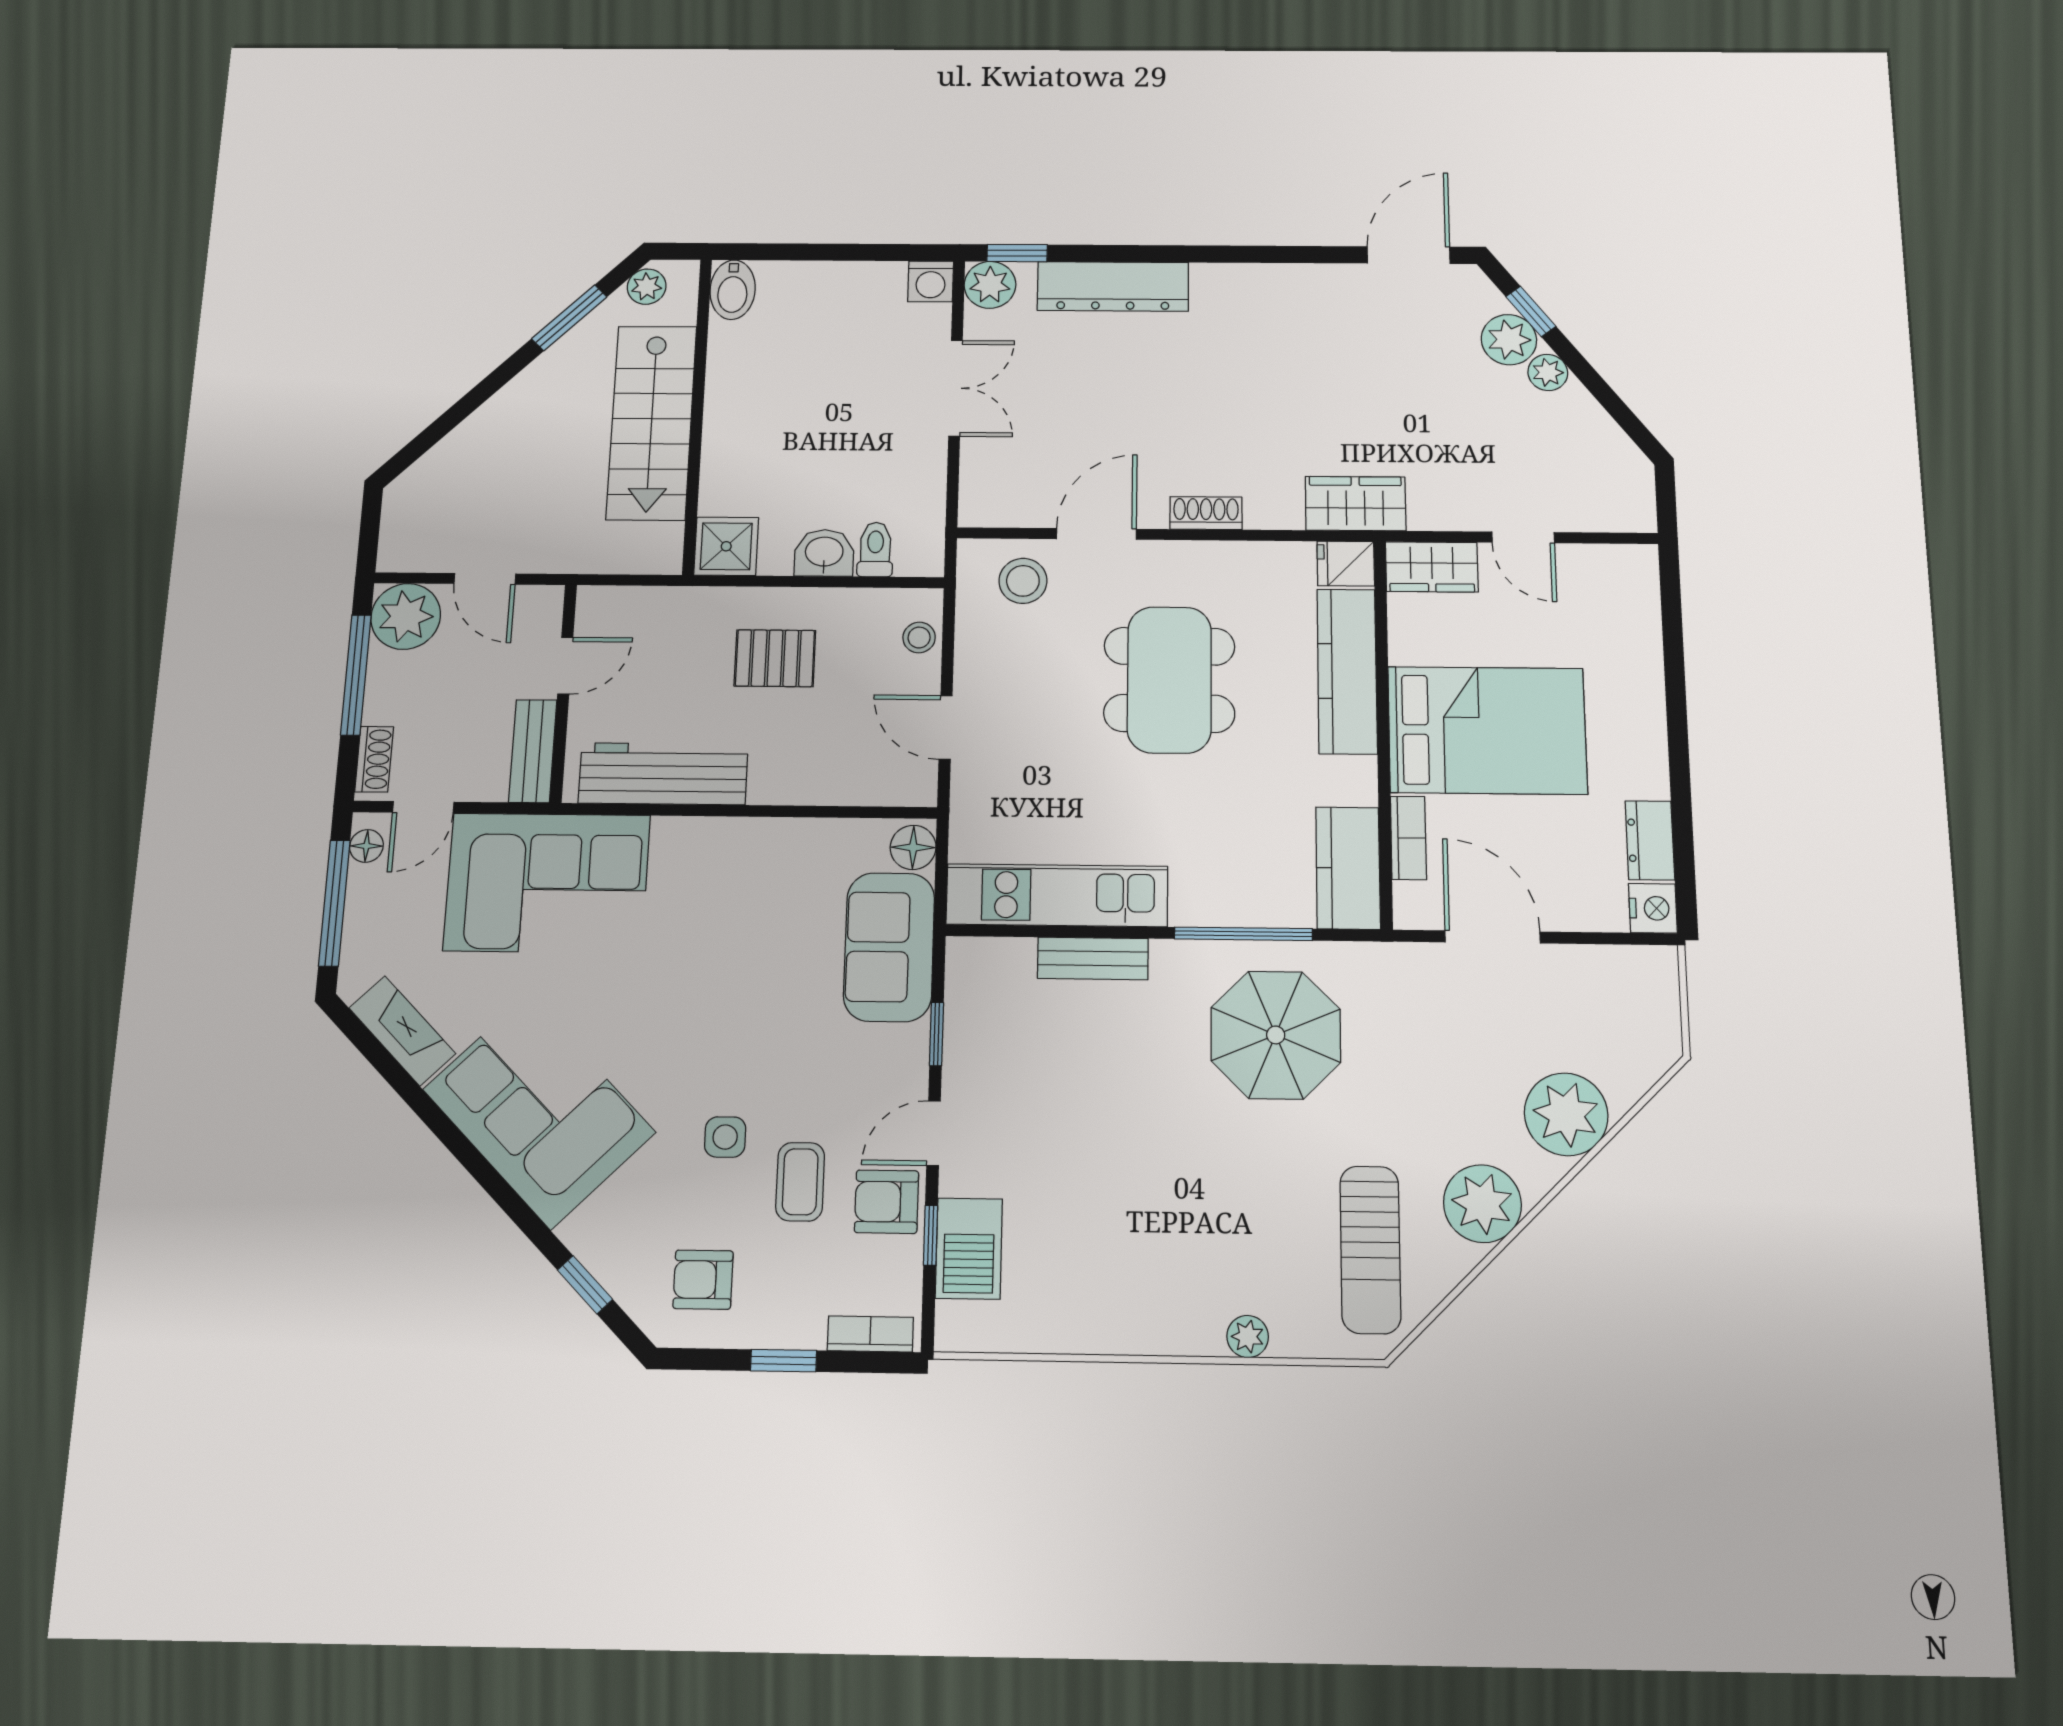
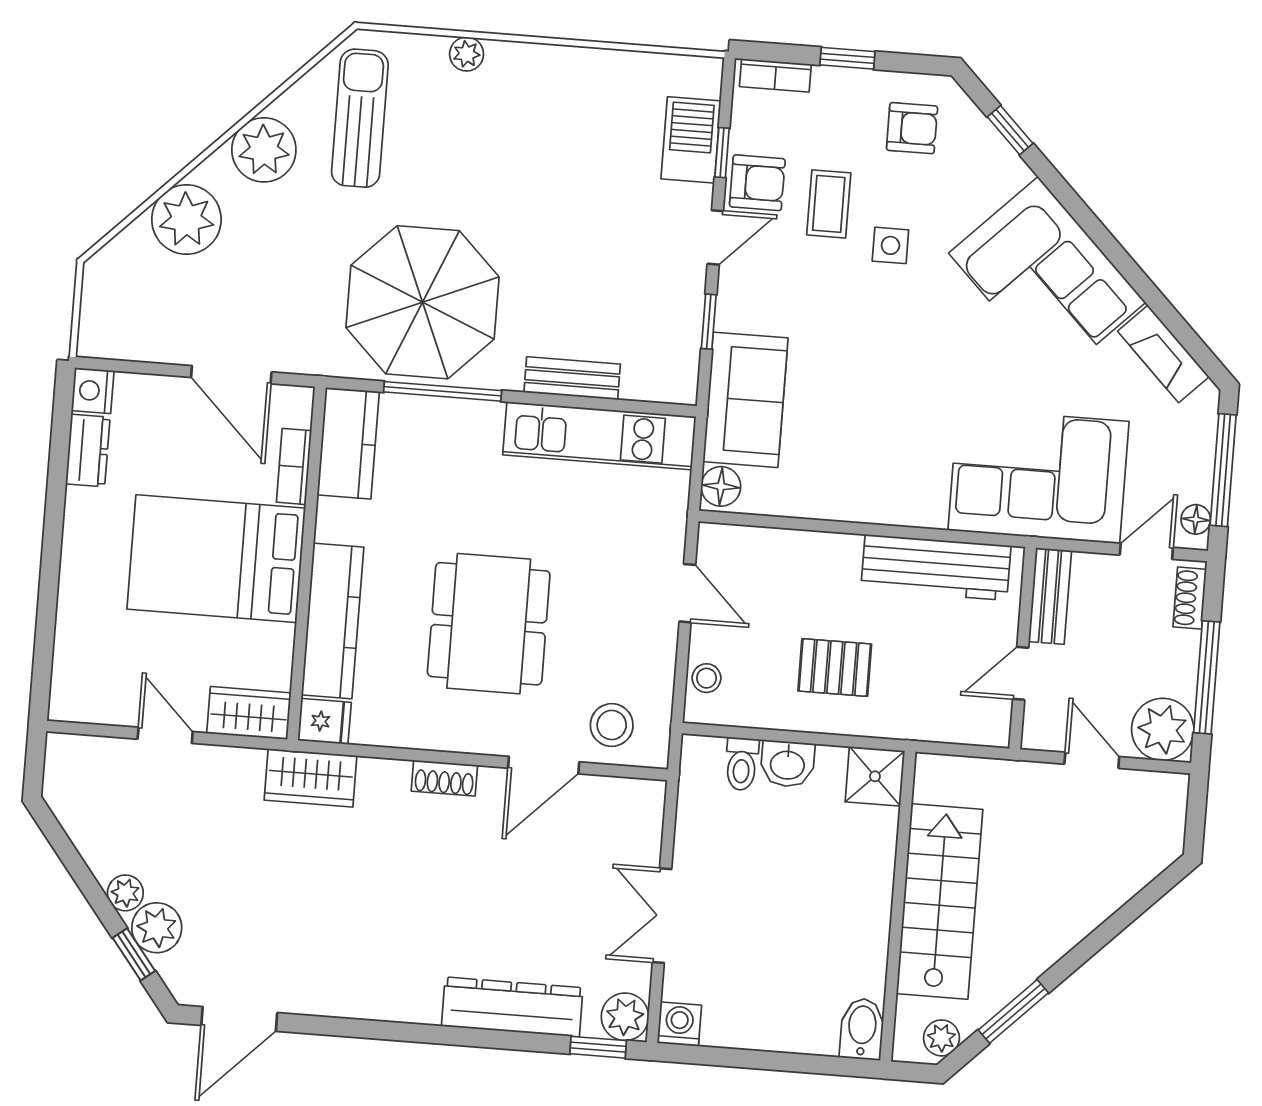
parasol: (1276, 1035) -> (422, 302), width x1.36, depth x1.36

